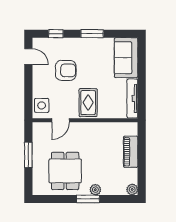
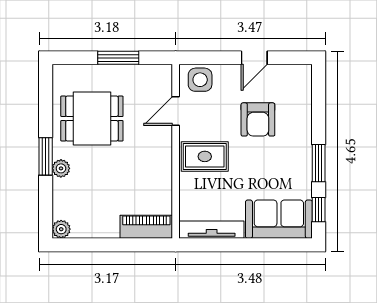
window: (56, 34) -> (319, 210), moved
door: (28, 57) -> (254, 58), moved
door: (61, 120) -> (176, 111), hinge flipped
piano: (131, 152) -> (146, 227), moved

